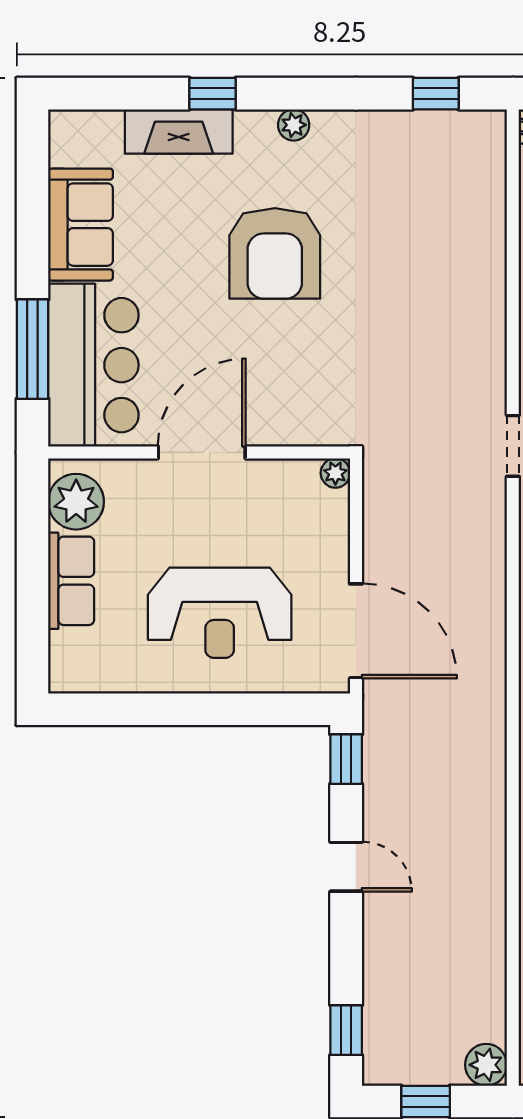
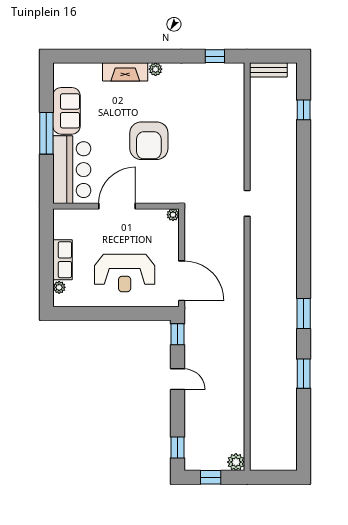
window: (213, 94) -> (122, 56), removed
fireplace: (179, 131) -> (125, 72), moved
armchair: (275, 253) -> (149, 141), moved
window: (32, 349) -> (46, 133), moved
plant: (76, 502) -> (59, 287), moved, width x0.53, depth x0.53

